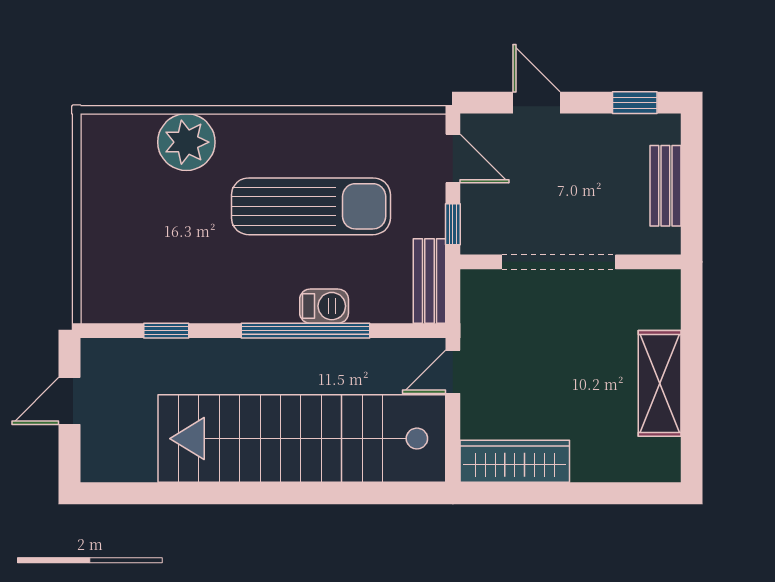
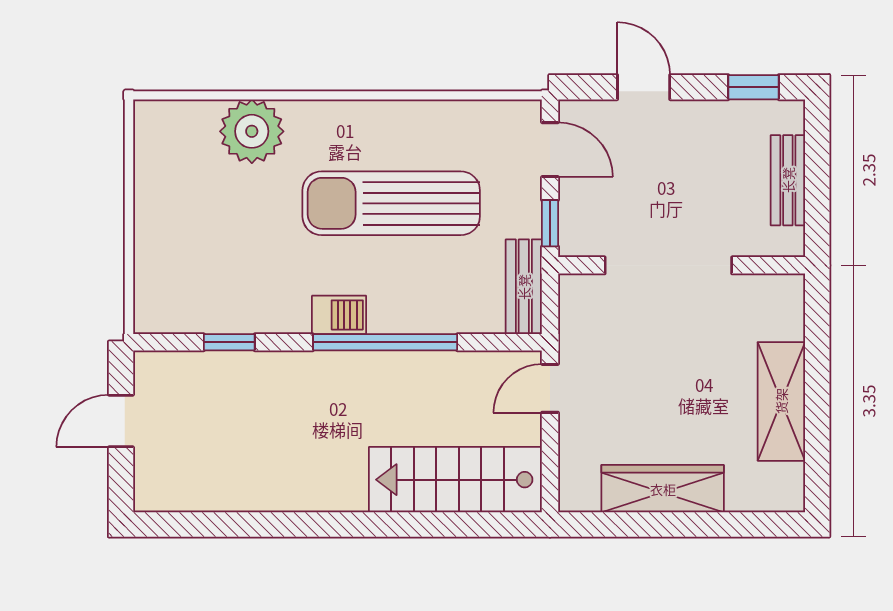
sun lounger: (311, 206) -> (391, 203), turned 180
barbecue: (324, 306) -> (339, 315), moved
stairs: (302, 439) -> (455, 480), width x0.54, depth x0.66
wardrobe: (515, 461) -> (663, 489), moved

